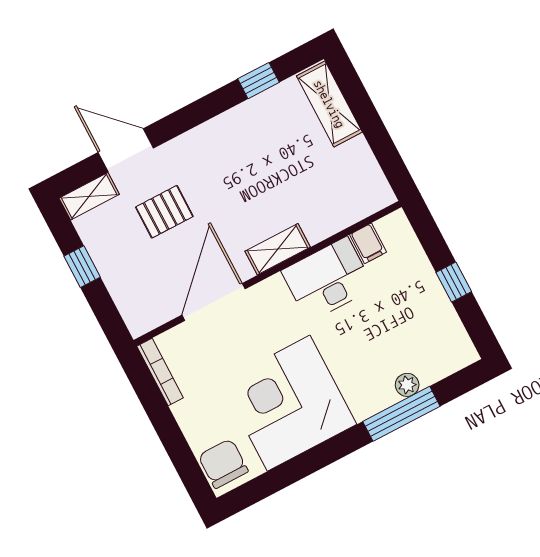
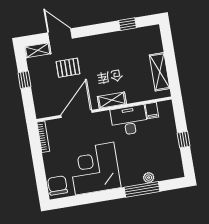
shelving: (329, 104) -> (160, 72), moved

